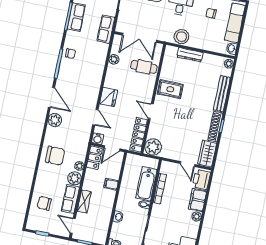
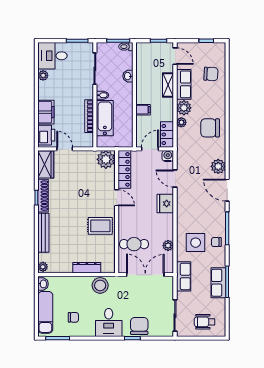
side table: (89, 57) -> (196, 243), added
plant: (197, 216) -> (43, 75), moved

